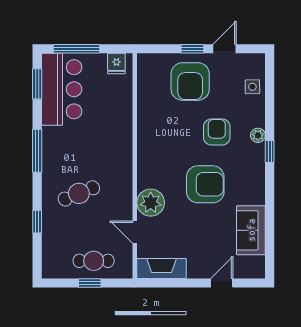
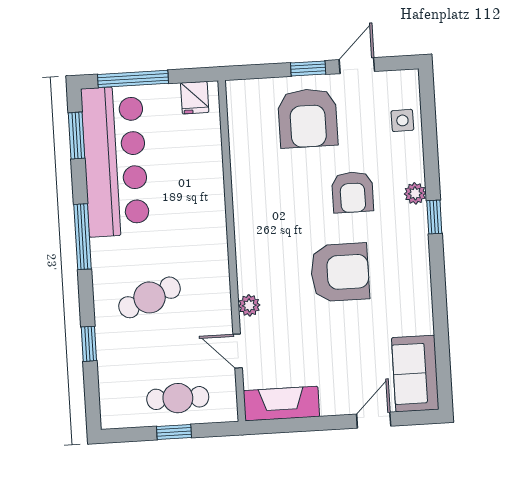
bar counter: (62, 89) -> (115, 161), width x1.36
armchair: (217, 132) -> (353, 192), turned 180
plant: (151, 203) -> (249, 305), width x0.53, depth x0.53
sofa: (251, 230) -> (415, 374), moved

